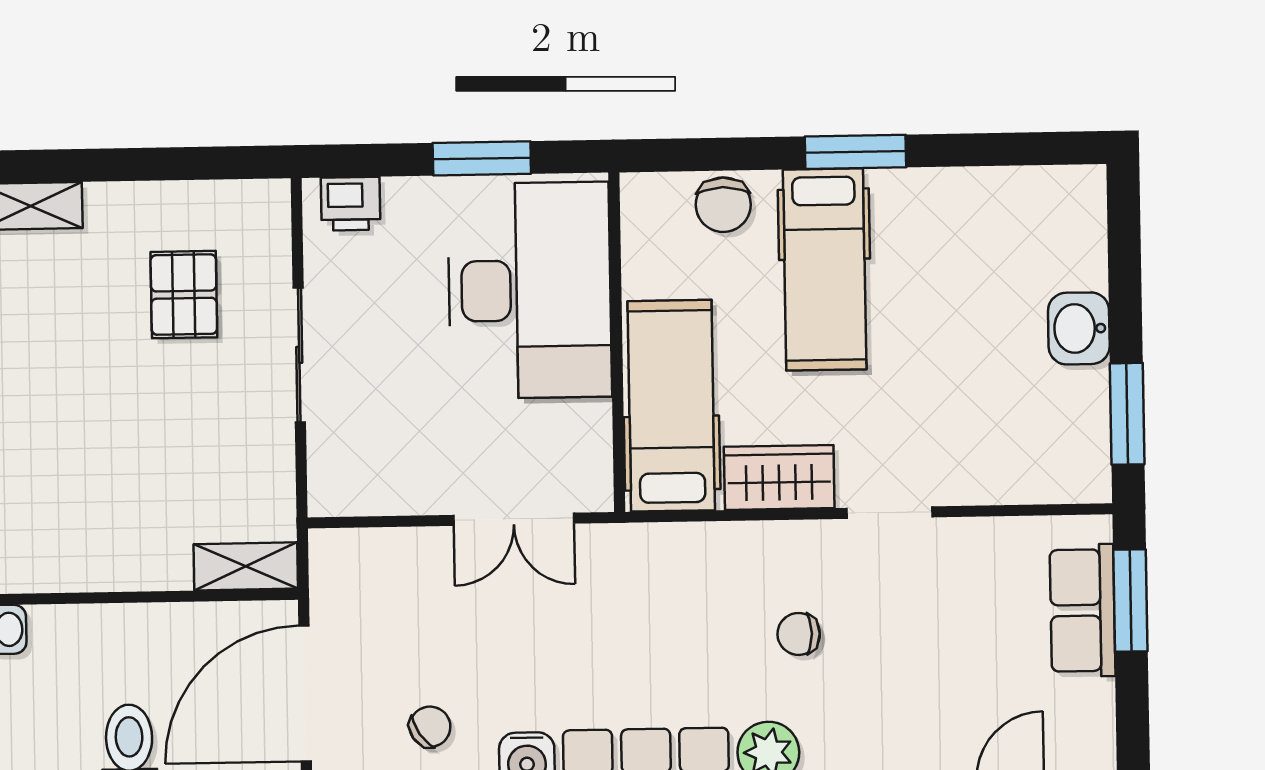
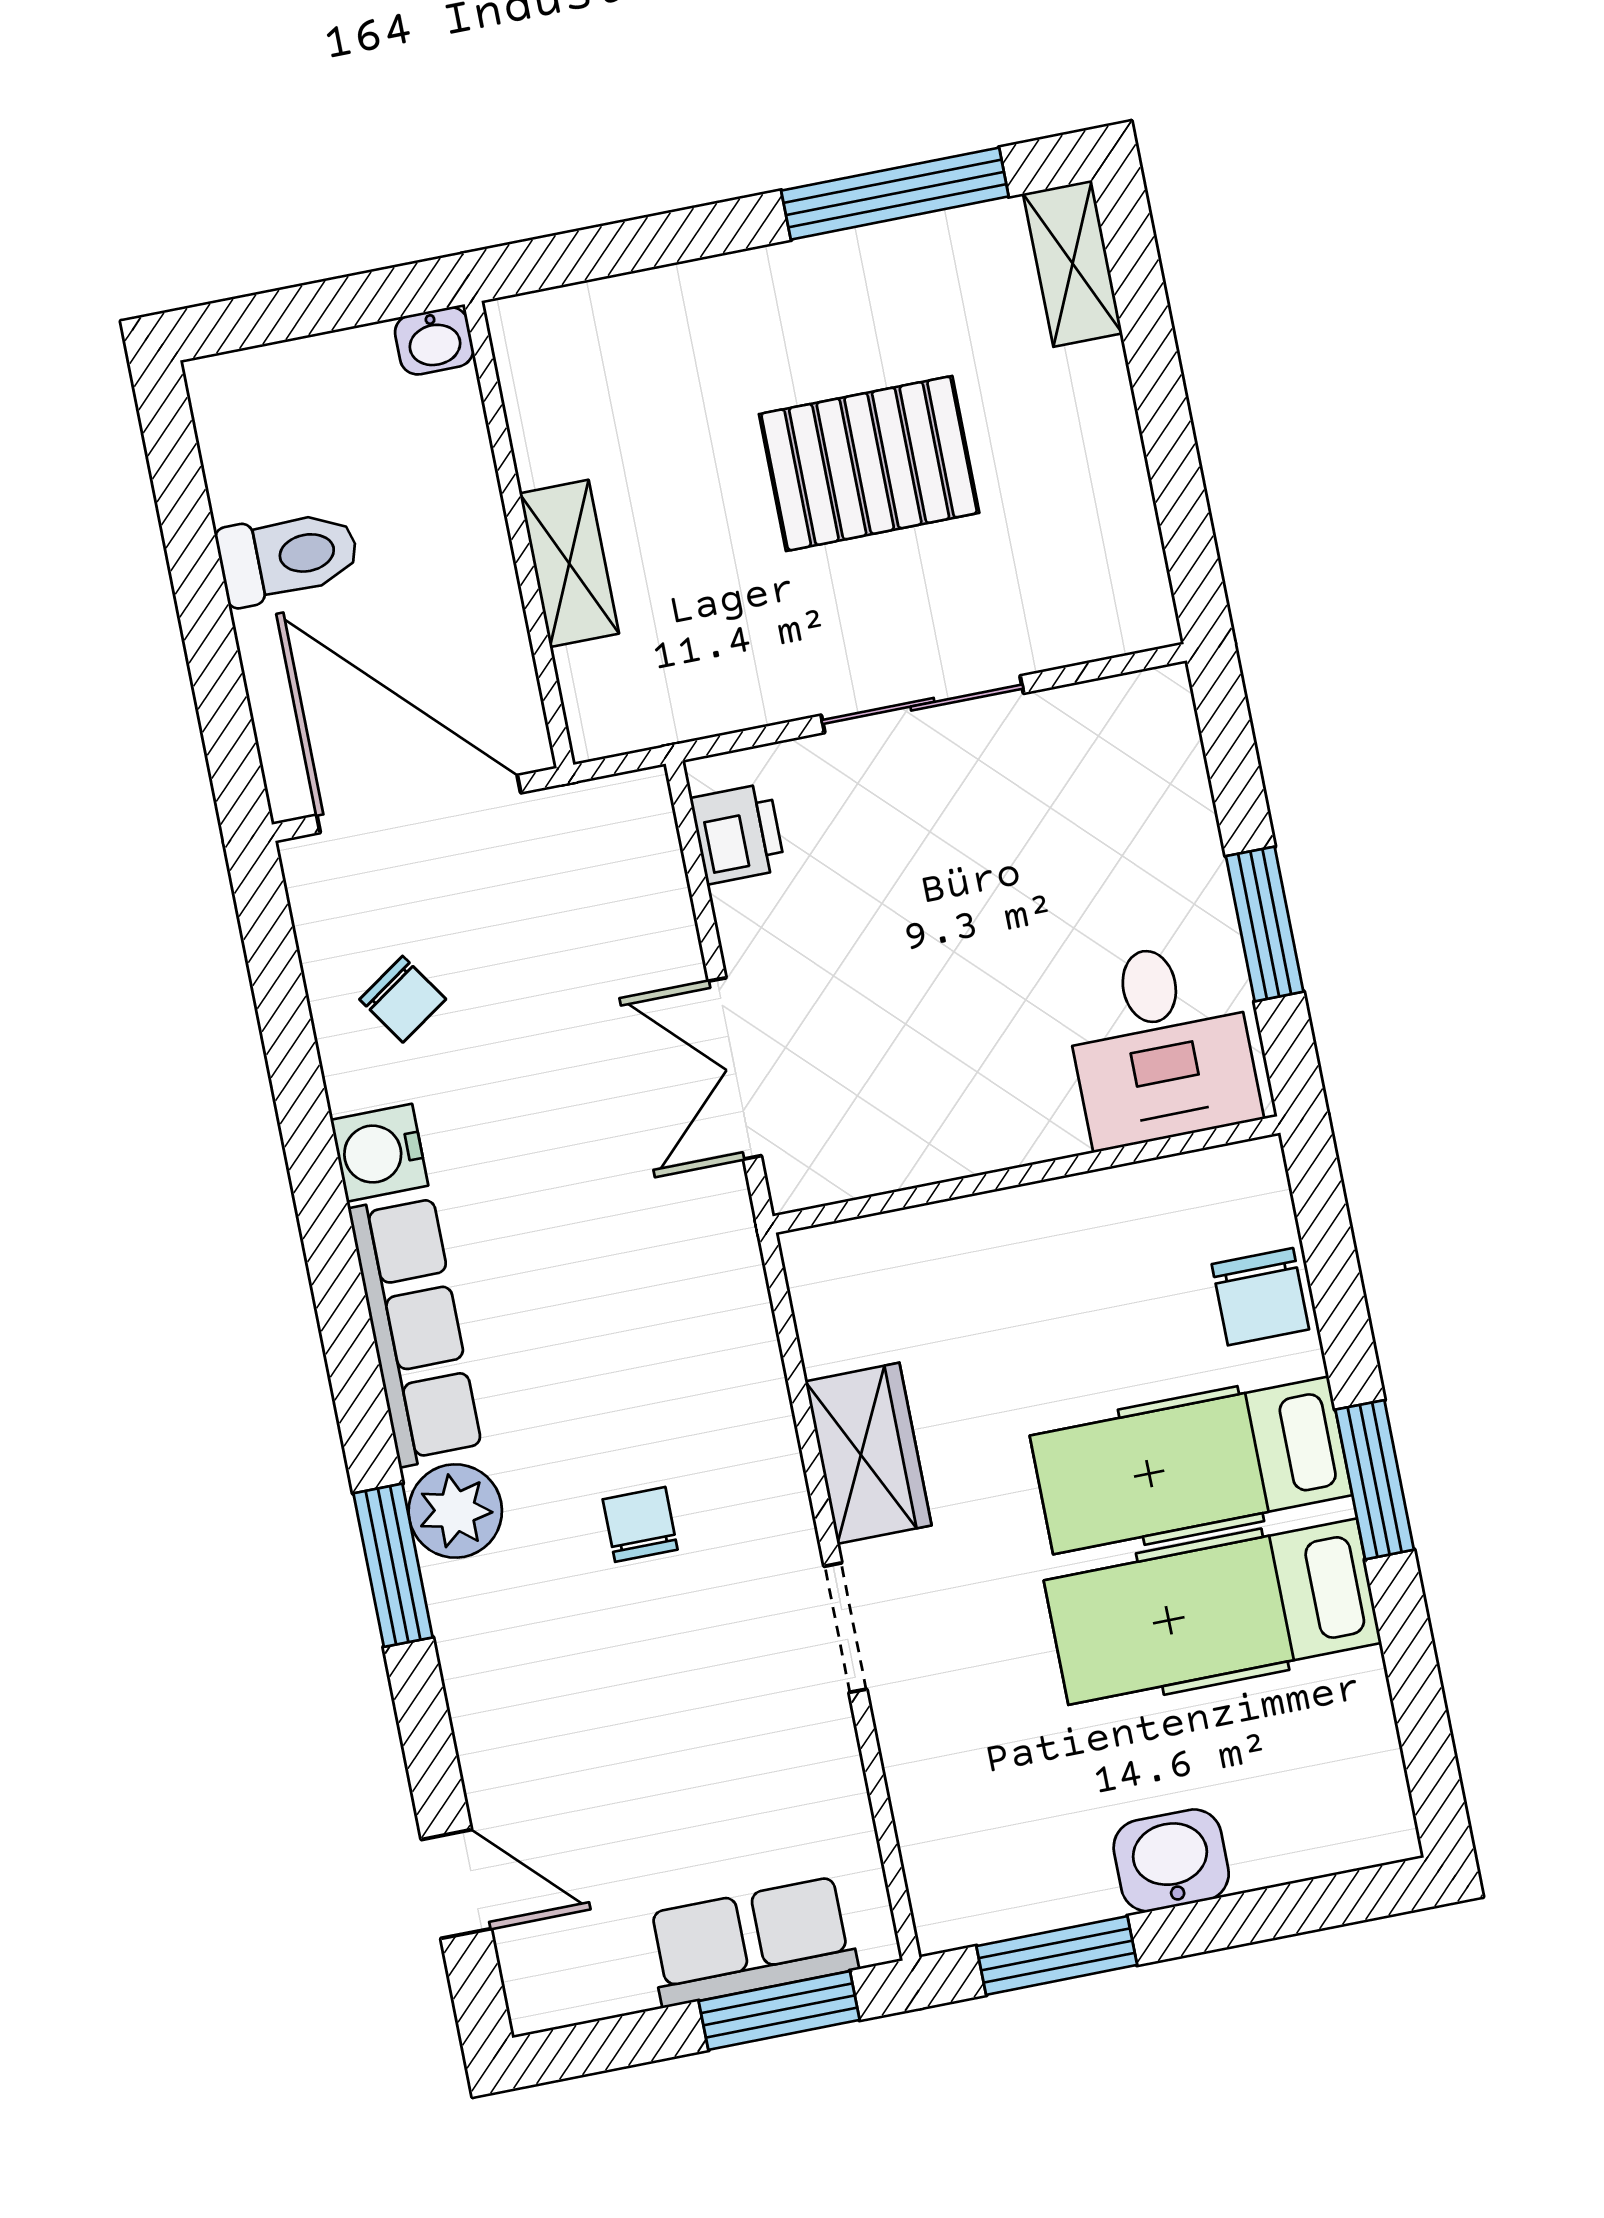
printer: (351, 204) -> (738, 834), moved, turned 180
chair: (723, 205) -> (1260, 1297), turned -90
desk: (530, 290) -> (1161, 1044), width x0.53, depth x0.77
pallet: (184, 295) -> (869, 463), moved, width x1.50, depth x1.42
hospital bed: (671, 406) -> (1213, 1612), moved, turned 180
shelving: (246, 566) -> (569, 563), moved

